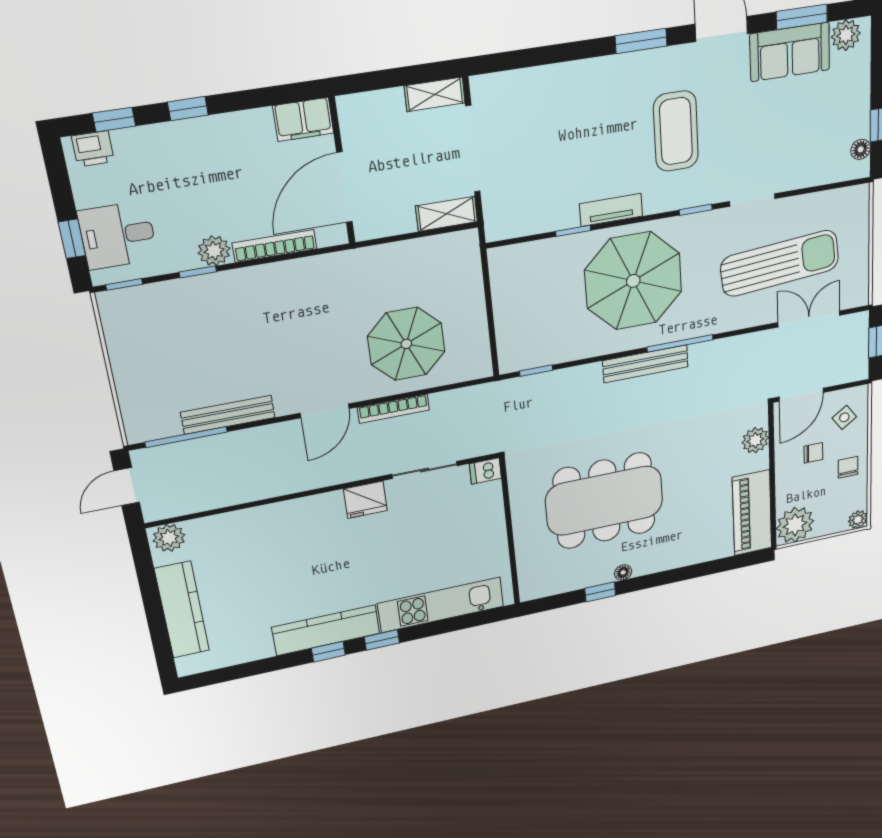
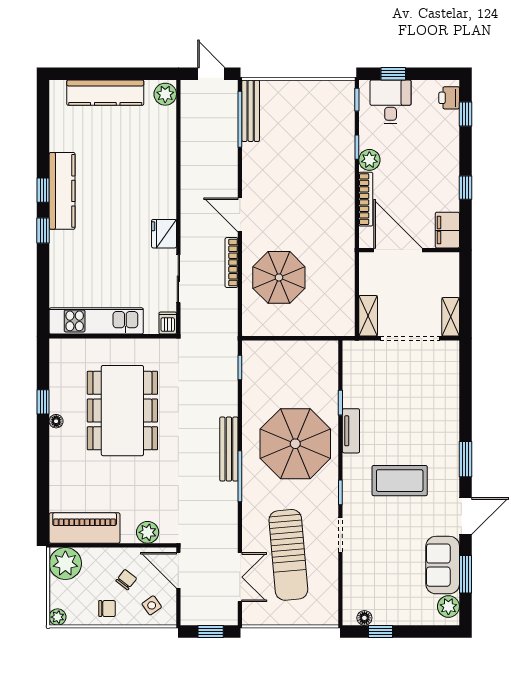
window: (188, 109) -> (466, 188), moved
bench: (228, 415) -> (251, 111), moved
chair: (813, 453) -> (126, 580), turned -142
kitchen unit: (441, 605) -> (96, 321), moved, turned -90

